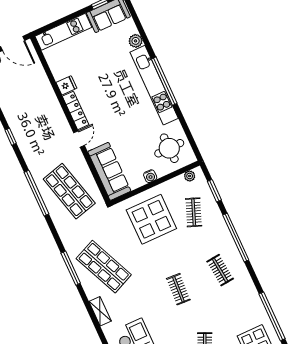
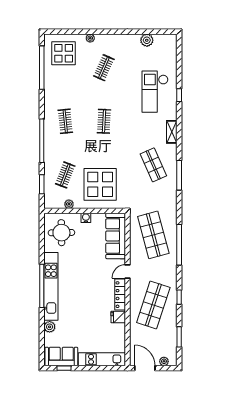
shop shelf: (35, 116) -> (153, 305), added
plant: (190, 176) -> (69, 204), moved
shop shelf: (104, 267) -> (153, 165), width x0.70, depth x0.74

